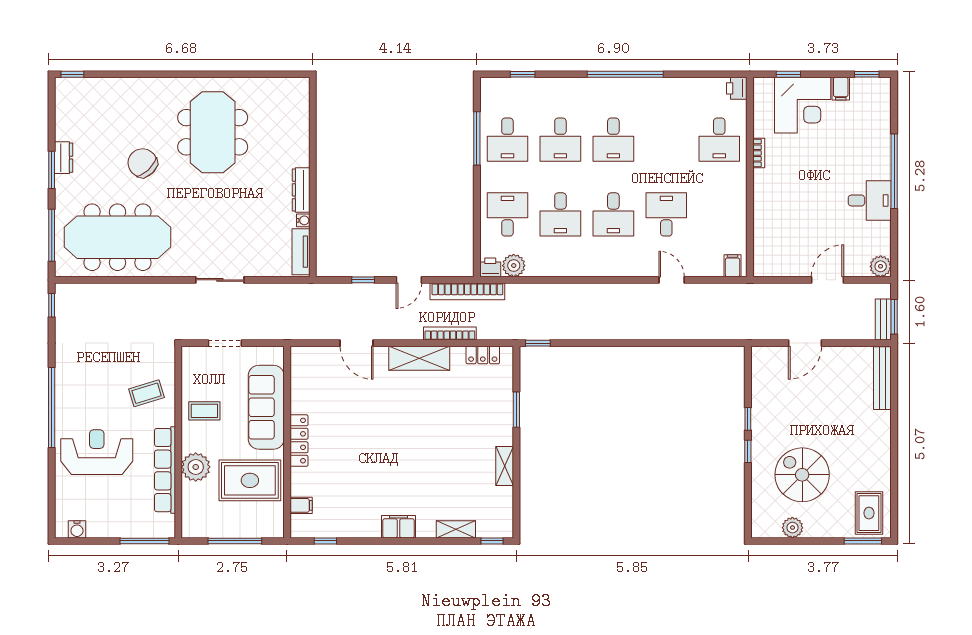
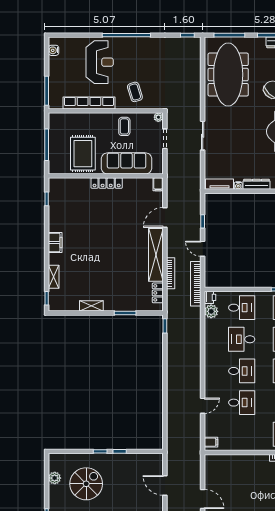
desk: (613, 214) -> (242, 371), turned 180
shelving: (419, 358) -> (156, 255), width x1.47
plant: (196, 467) -> (158, 117), moved, width x0.53, depth x0.53
filing cabinet: (301, 505) -> (158, 184), moved

